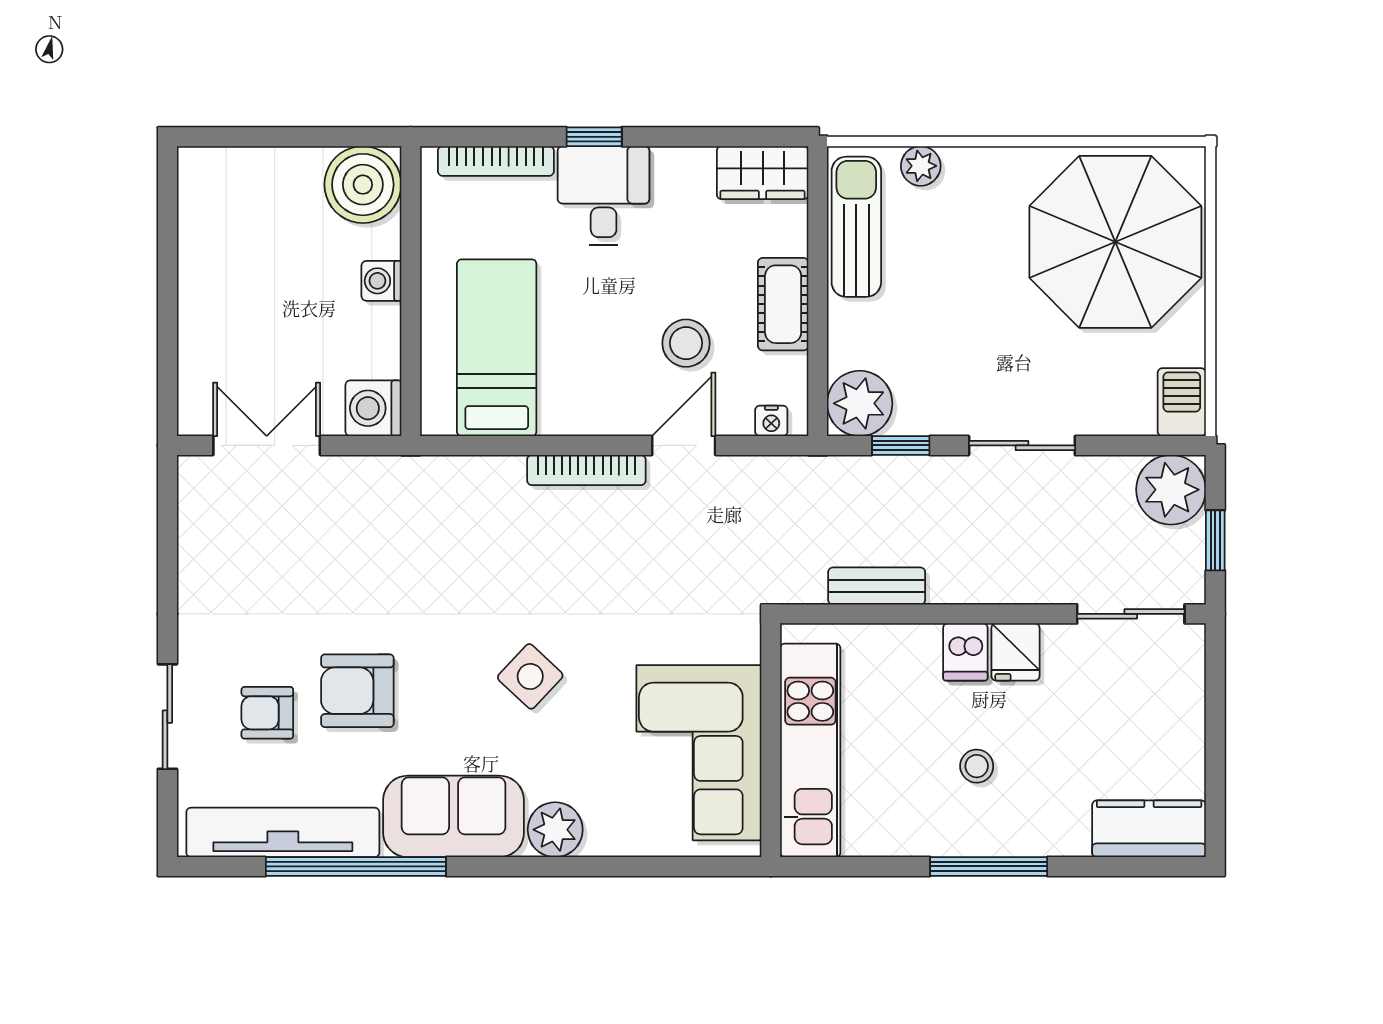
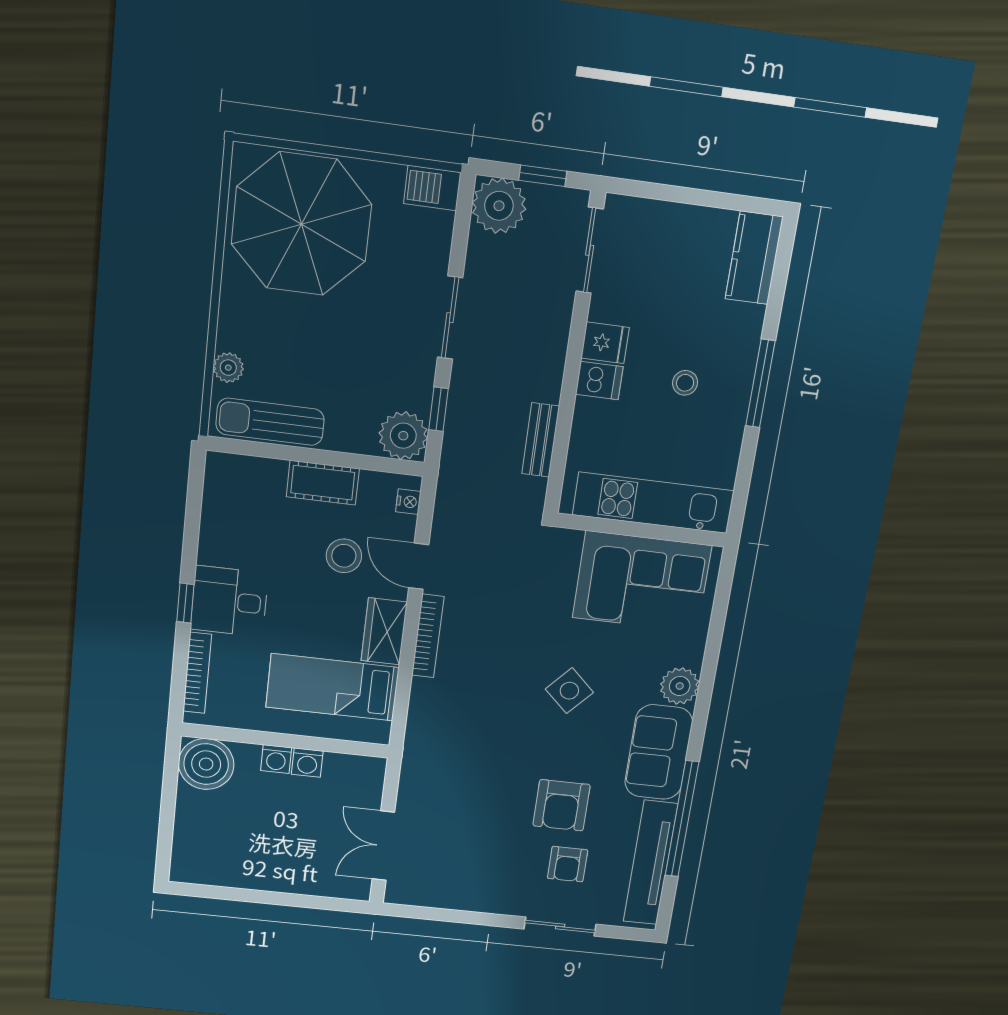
wardrobe: (763, 173) -> (384, 631), moved, turned 180
washing machine: (373, 408) -> (307, 763), moved, width x0.73, depth x0.73

